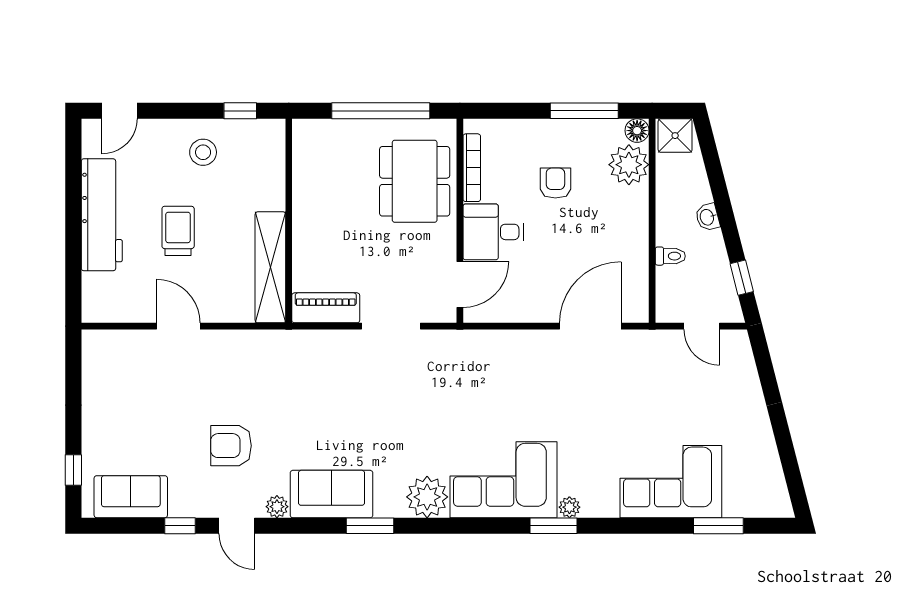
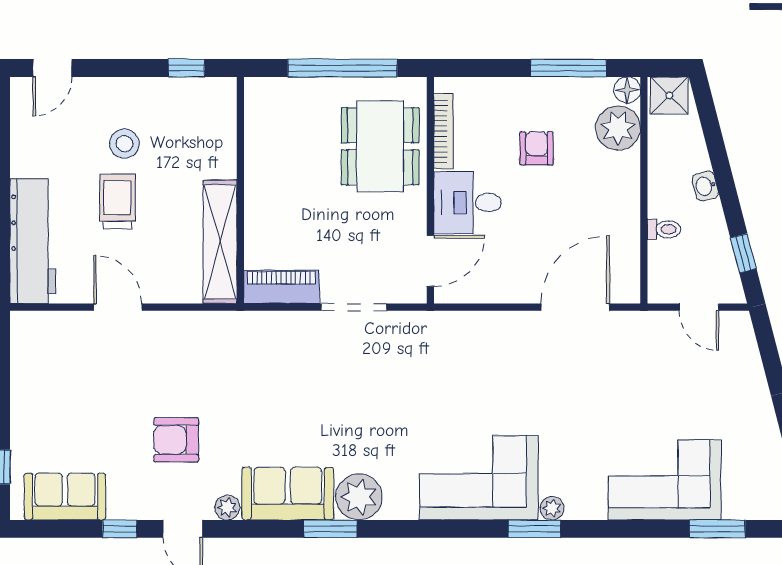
stool: (203, 152) -> (124, 144), moved
workbench: (102, 215) -> (33, 241), moved
plant: (427, 497) -> (359, 497), moved

